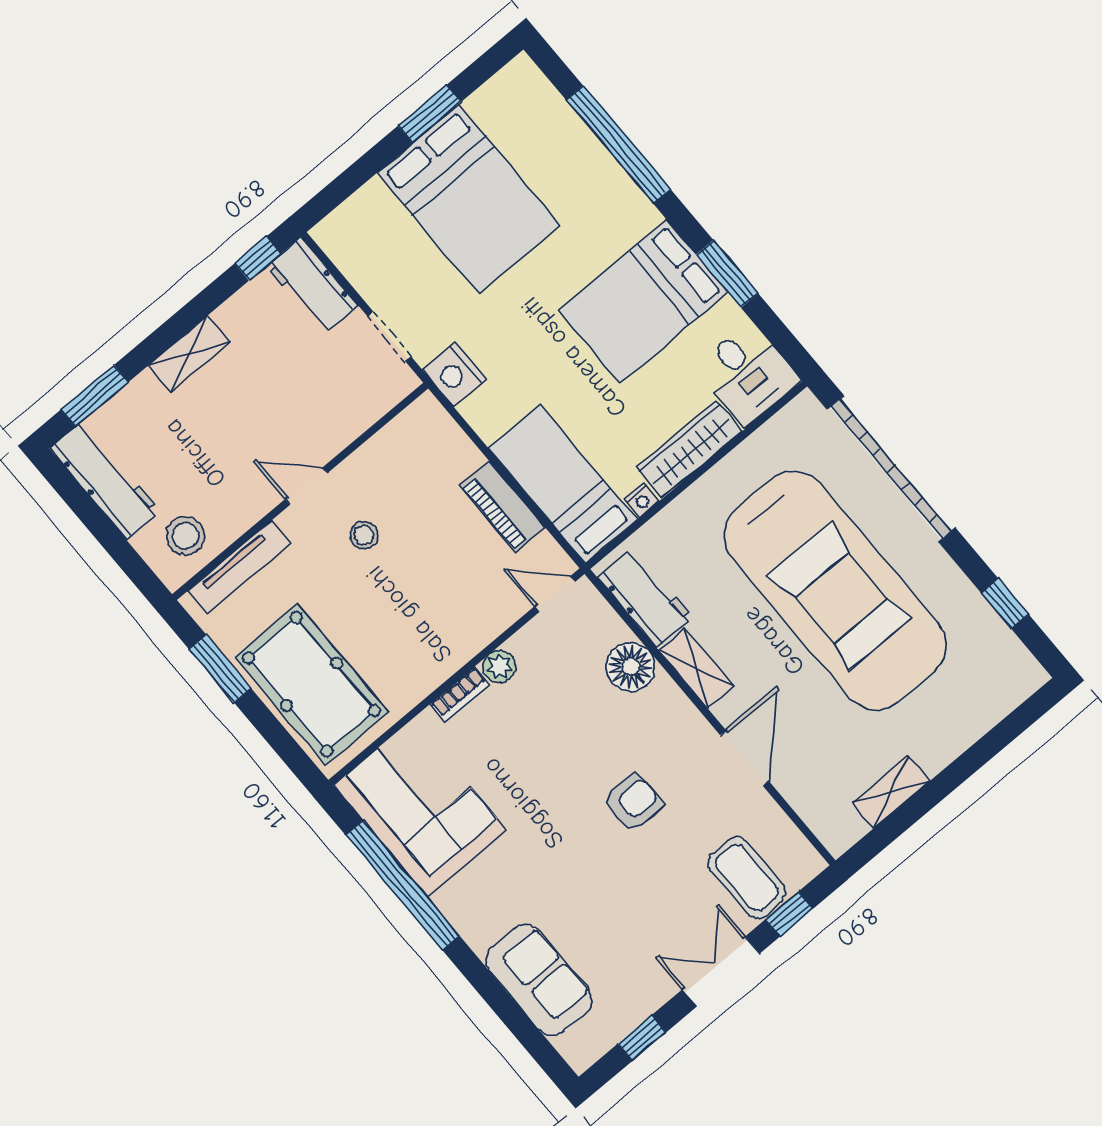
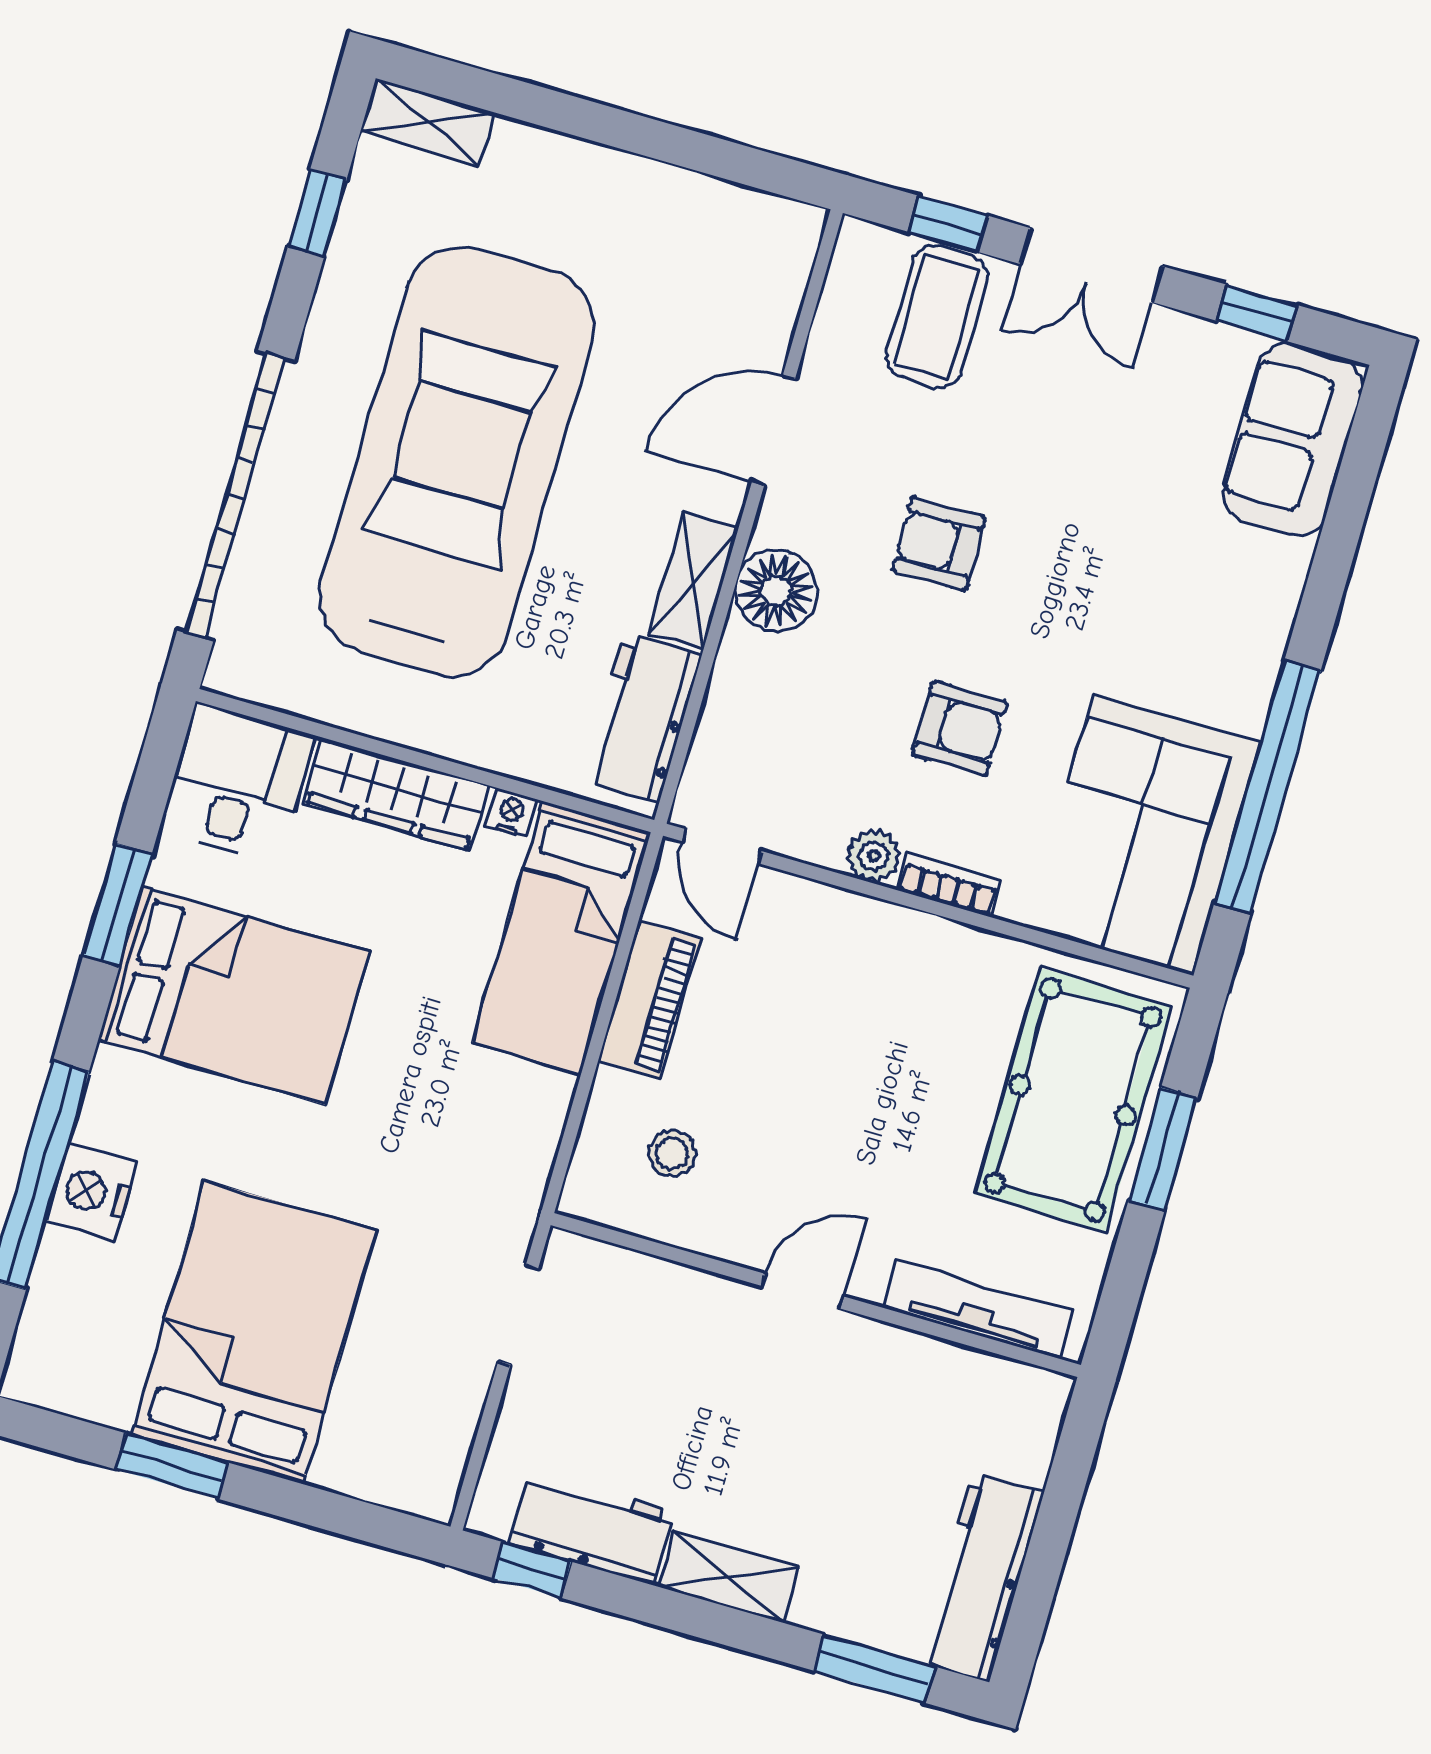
workbench: (312, 286) -> (592, 1528), moved, turned -90
nightstand: (454, 374) -> (92, 1192), moved, turned 180
door: (306, 486) -> (803, 1291), swing flipped
stool: (364, 535) -> (672, 1153), moved
stool: (186, 536) -> (984, 1413), removed
floor lamp: (631, 667) -> (776, 591), moved
window: (220, 669) -> (1163, 1149), moved
armchair: (534, 752) -> (960, 728), added
shelving: (891, 792) -> (427, 122), moved
sofa: (539, 980) -> (1292, 439), moved

